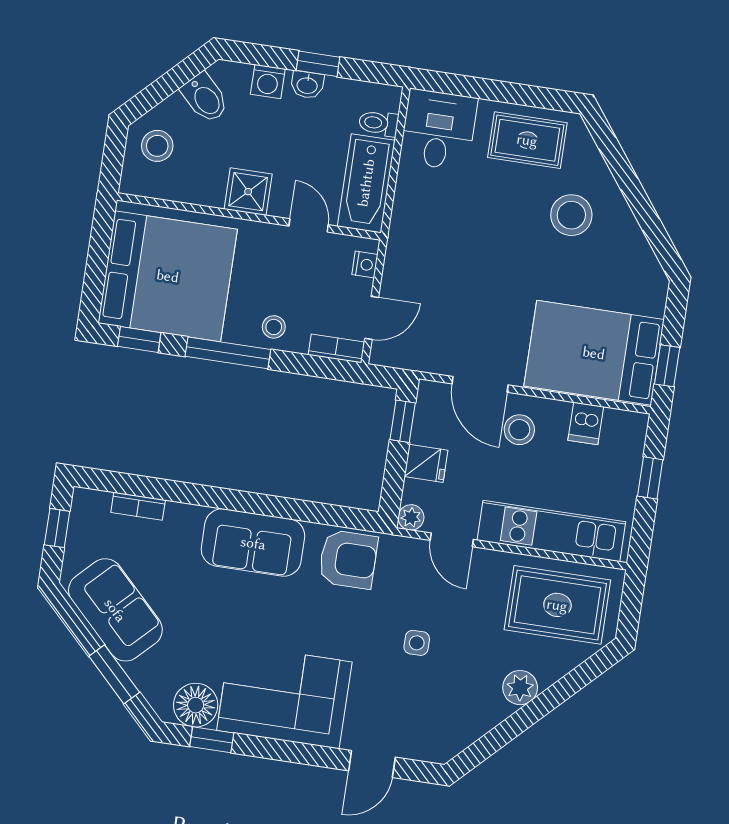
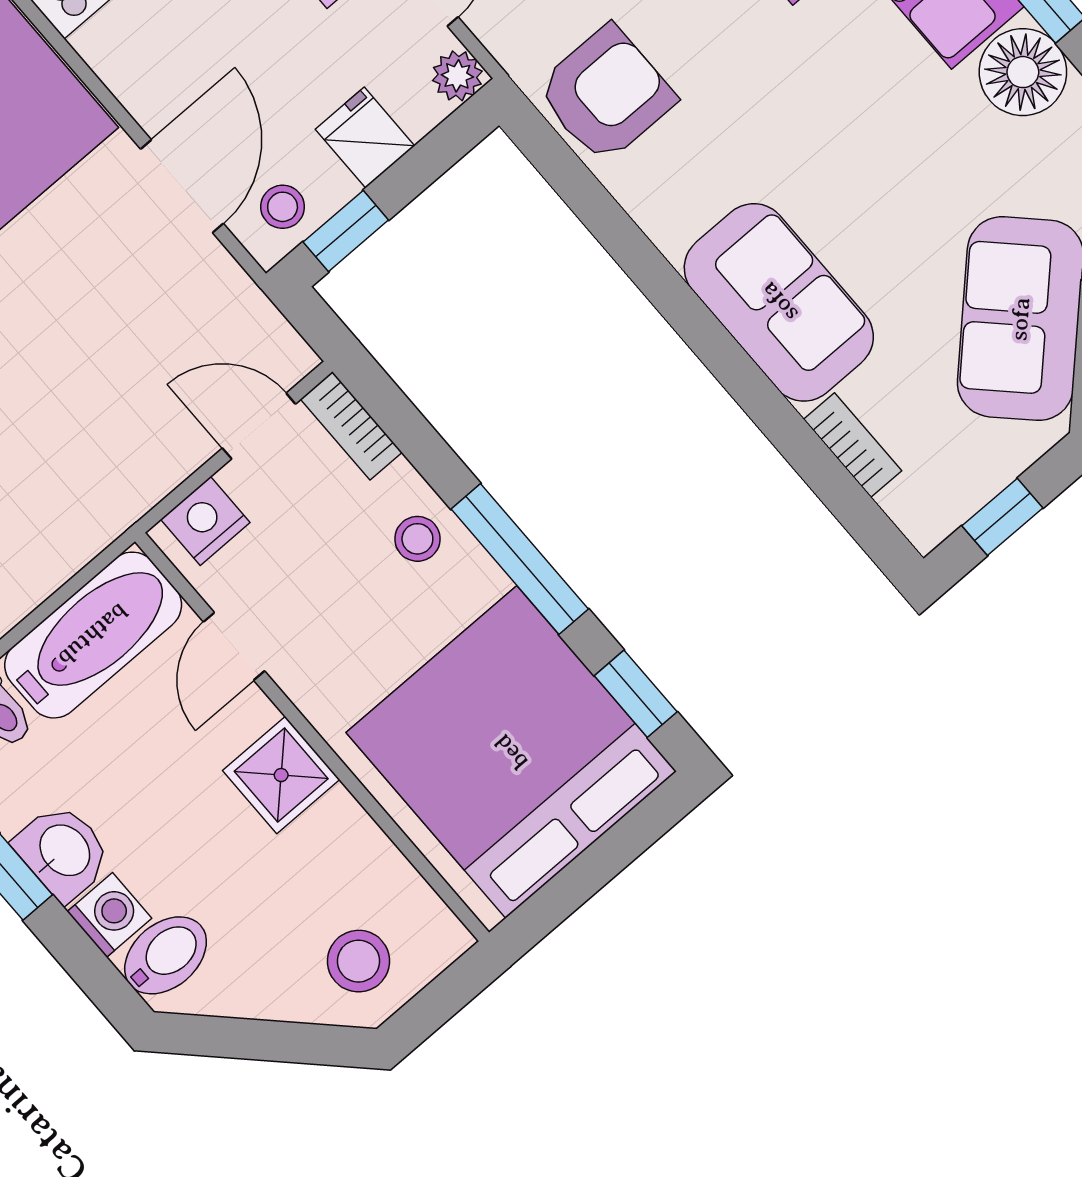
washbasin: (307, 85) -> (63, 852), width x1.38, depth x1.45
bidet: (205, 98) -> (166, 955), moved, turned 45
nightstand: (365, 265) -> (205, 521), width x1.39, depth x1.35
stool: (519, 430) -> (283, 207), moved, width x0.73, depth x0.73
sofa: (253, 543) -> (779, 302), moved
armchair: (348, 559) -> (606, 94), turned 90

